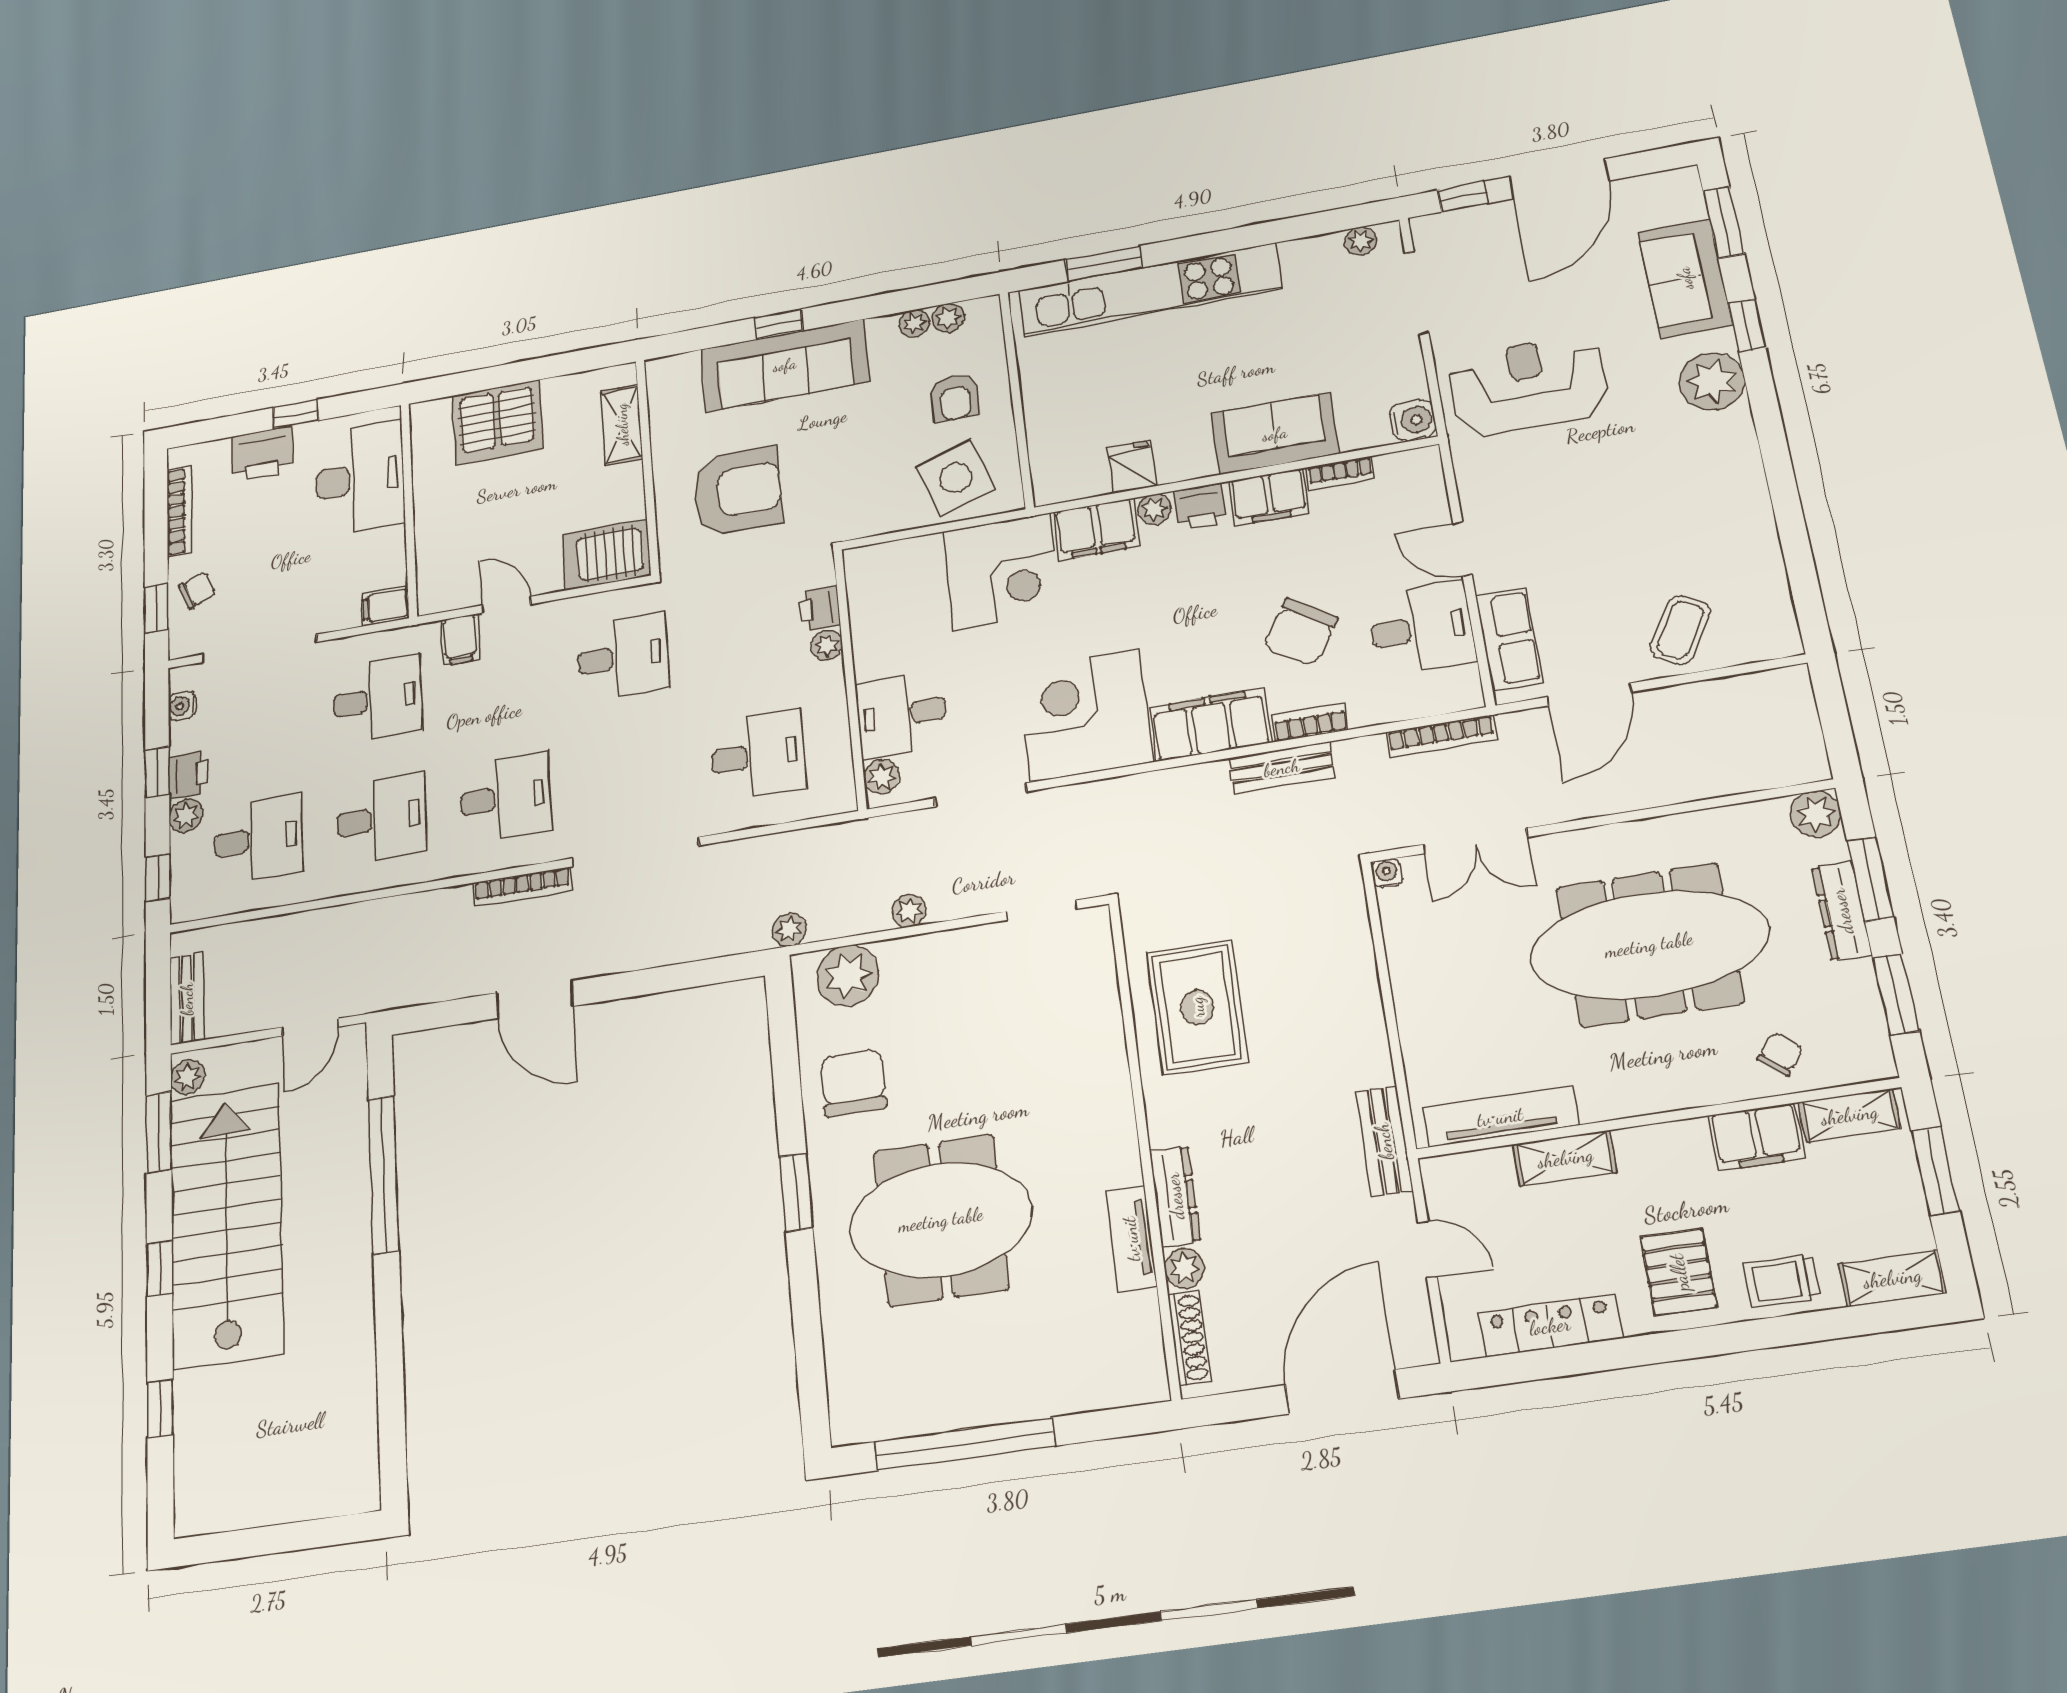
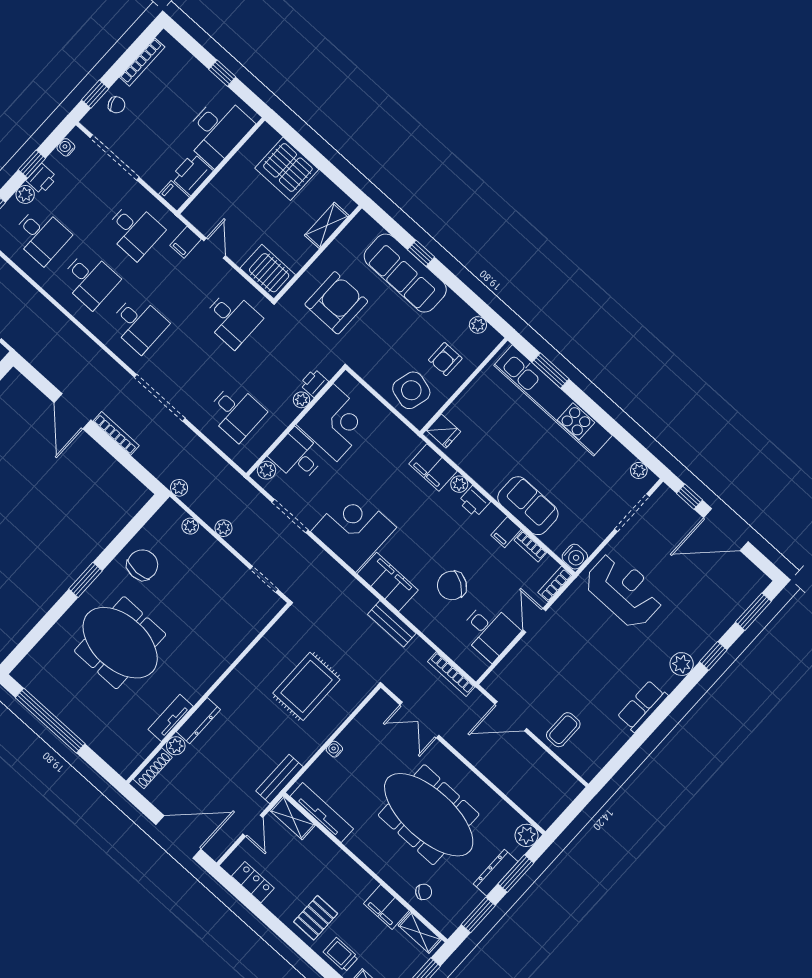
sofa: (1685, 278) -> (717, 616), removed
plant: (914, 323) -> (465, 312), removed
plant: (1712, 382) -> (682, 664), width x0.73, depth x0.73
printer: (262, 454) -> (192, 174), moved, turned 90
fridge: (1132, 467) -> (444, 431), moved, turned 90
side table: (956, 478) -> (411, 390), turned 34
armchair: (737, 492) -> (336, 303), turned -90
filing cabinet: (1269, 497) -> (506, 532), width x0.50
corner desk: (1002, 571) -> (335, 423), moved, turned -90
coffee table: (1680, 630) -> (563, 730), turned -31
row of seats: (1509, 639) -> (642, 706), moved, turned 180
bookcase: (1310, 723) -> (555, 584), moved, turned -90
water cooler: (1387, 873) -> (334, 749), moved, turned -90
bookcase: (523, 887) -> (116, 433), moved, turned 180
plant: (848, 976) -> (190, 526), width x0.53, depth x0.53
rug: (1197, 1007) -> (306, 686), moved
shelving: (1565, 1158) -> (293, 818), moved
locker: (1550, 1326) -> (253, 882), width x0.66

